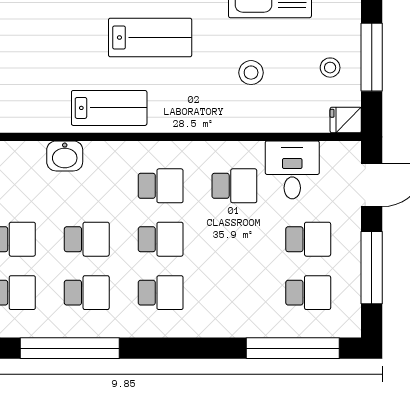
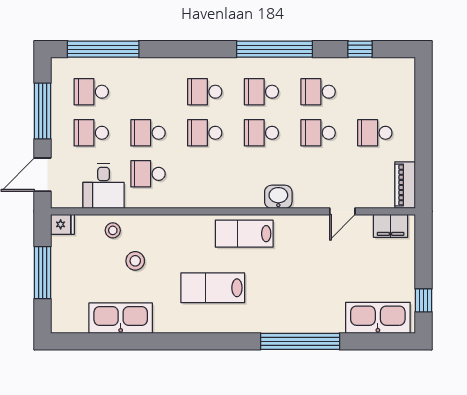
stool: (330, 68) -> (113, 230), moved
school desk: (161, 186) -> (148, 133), moved

